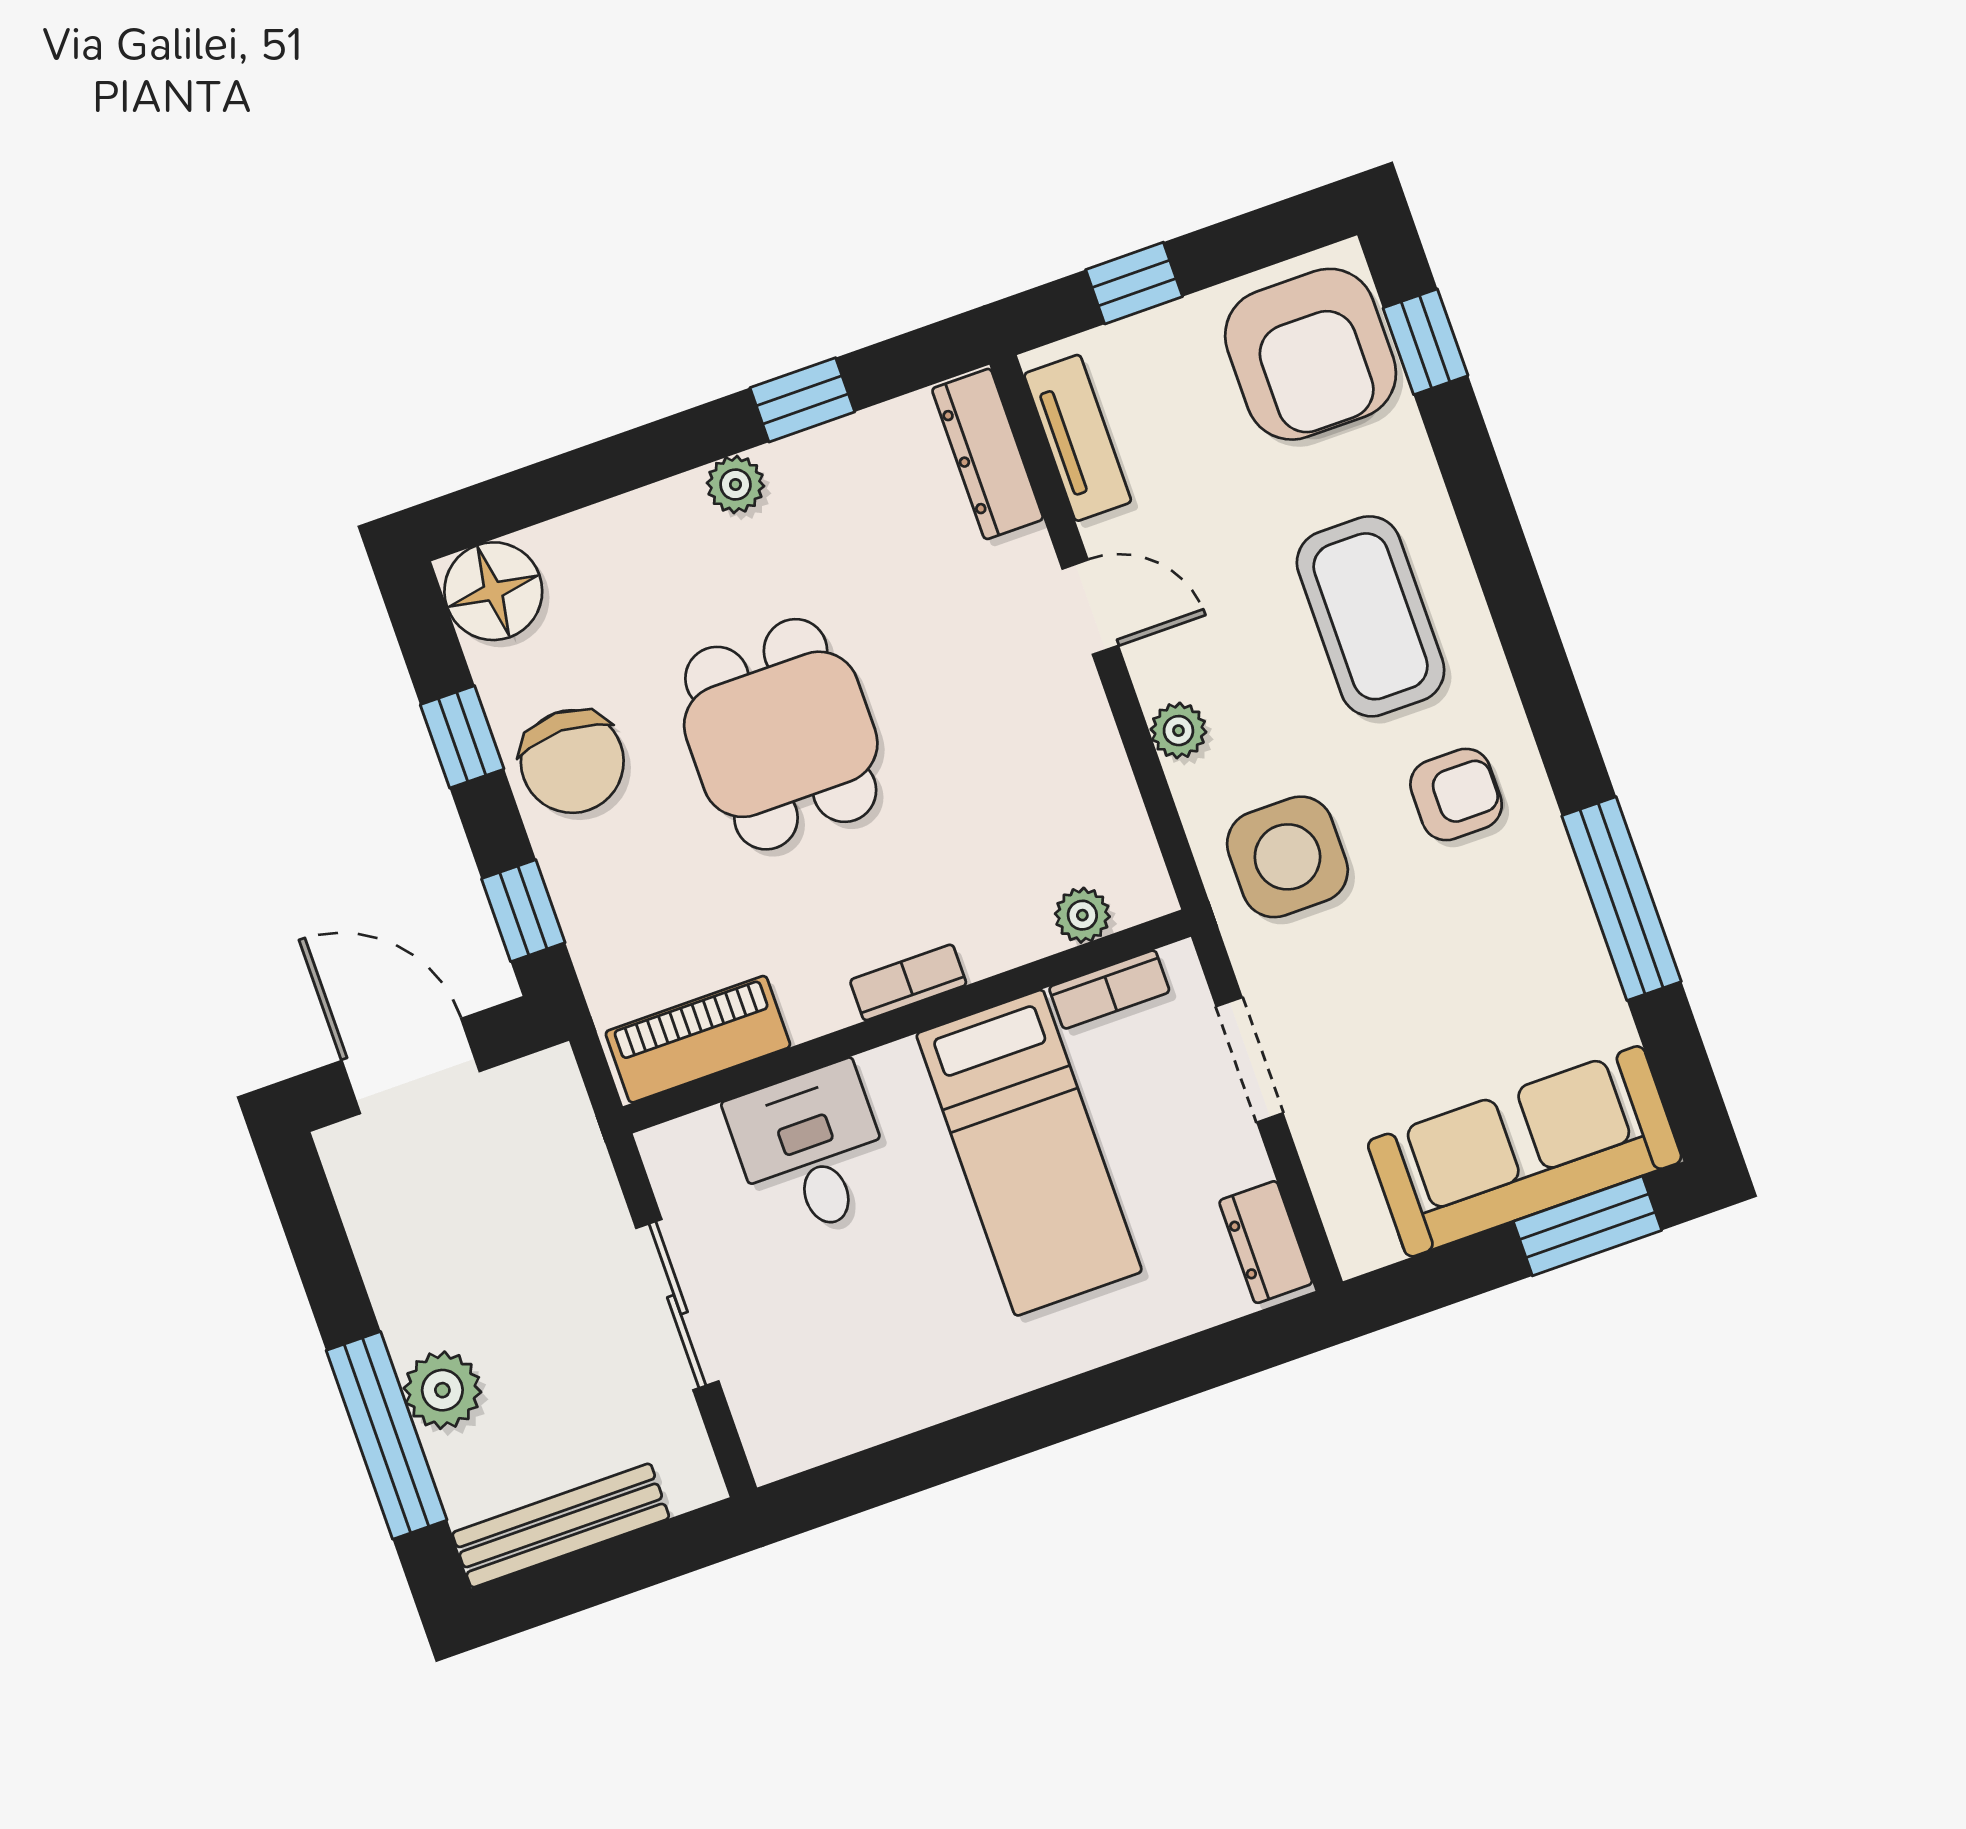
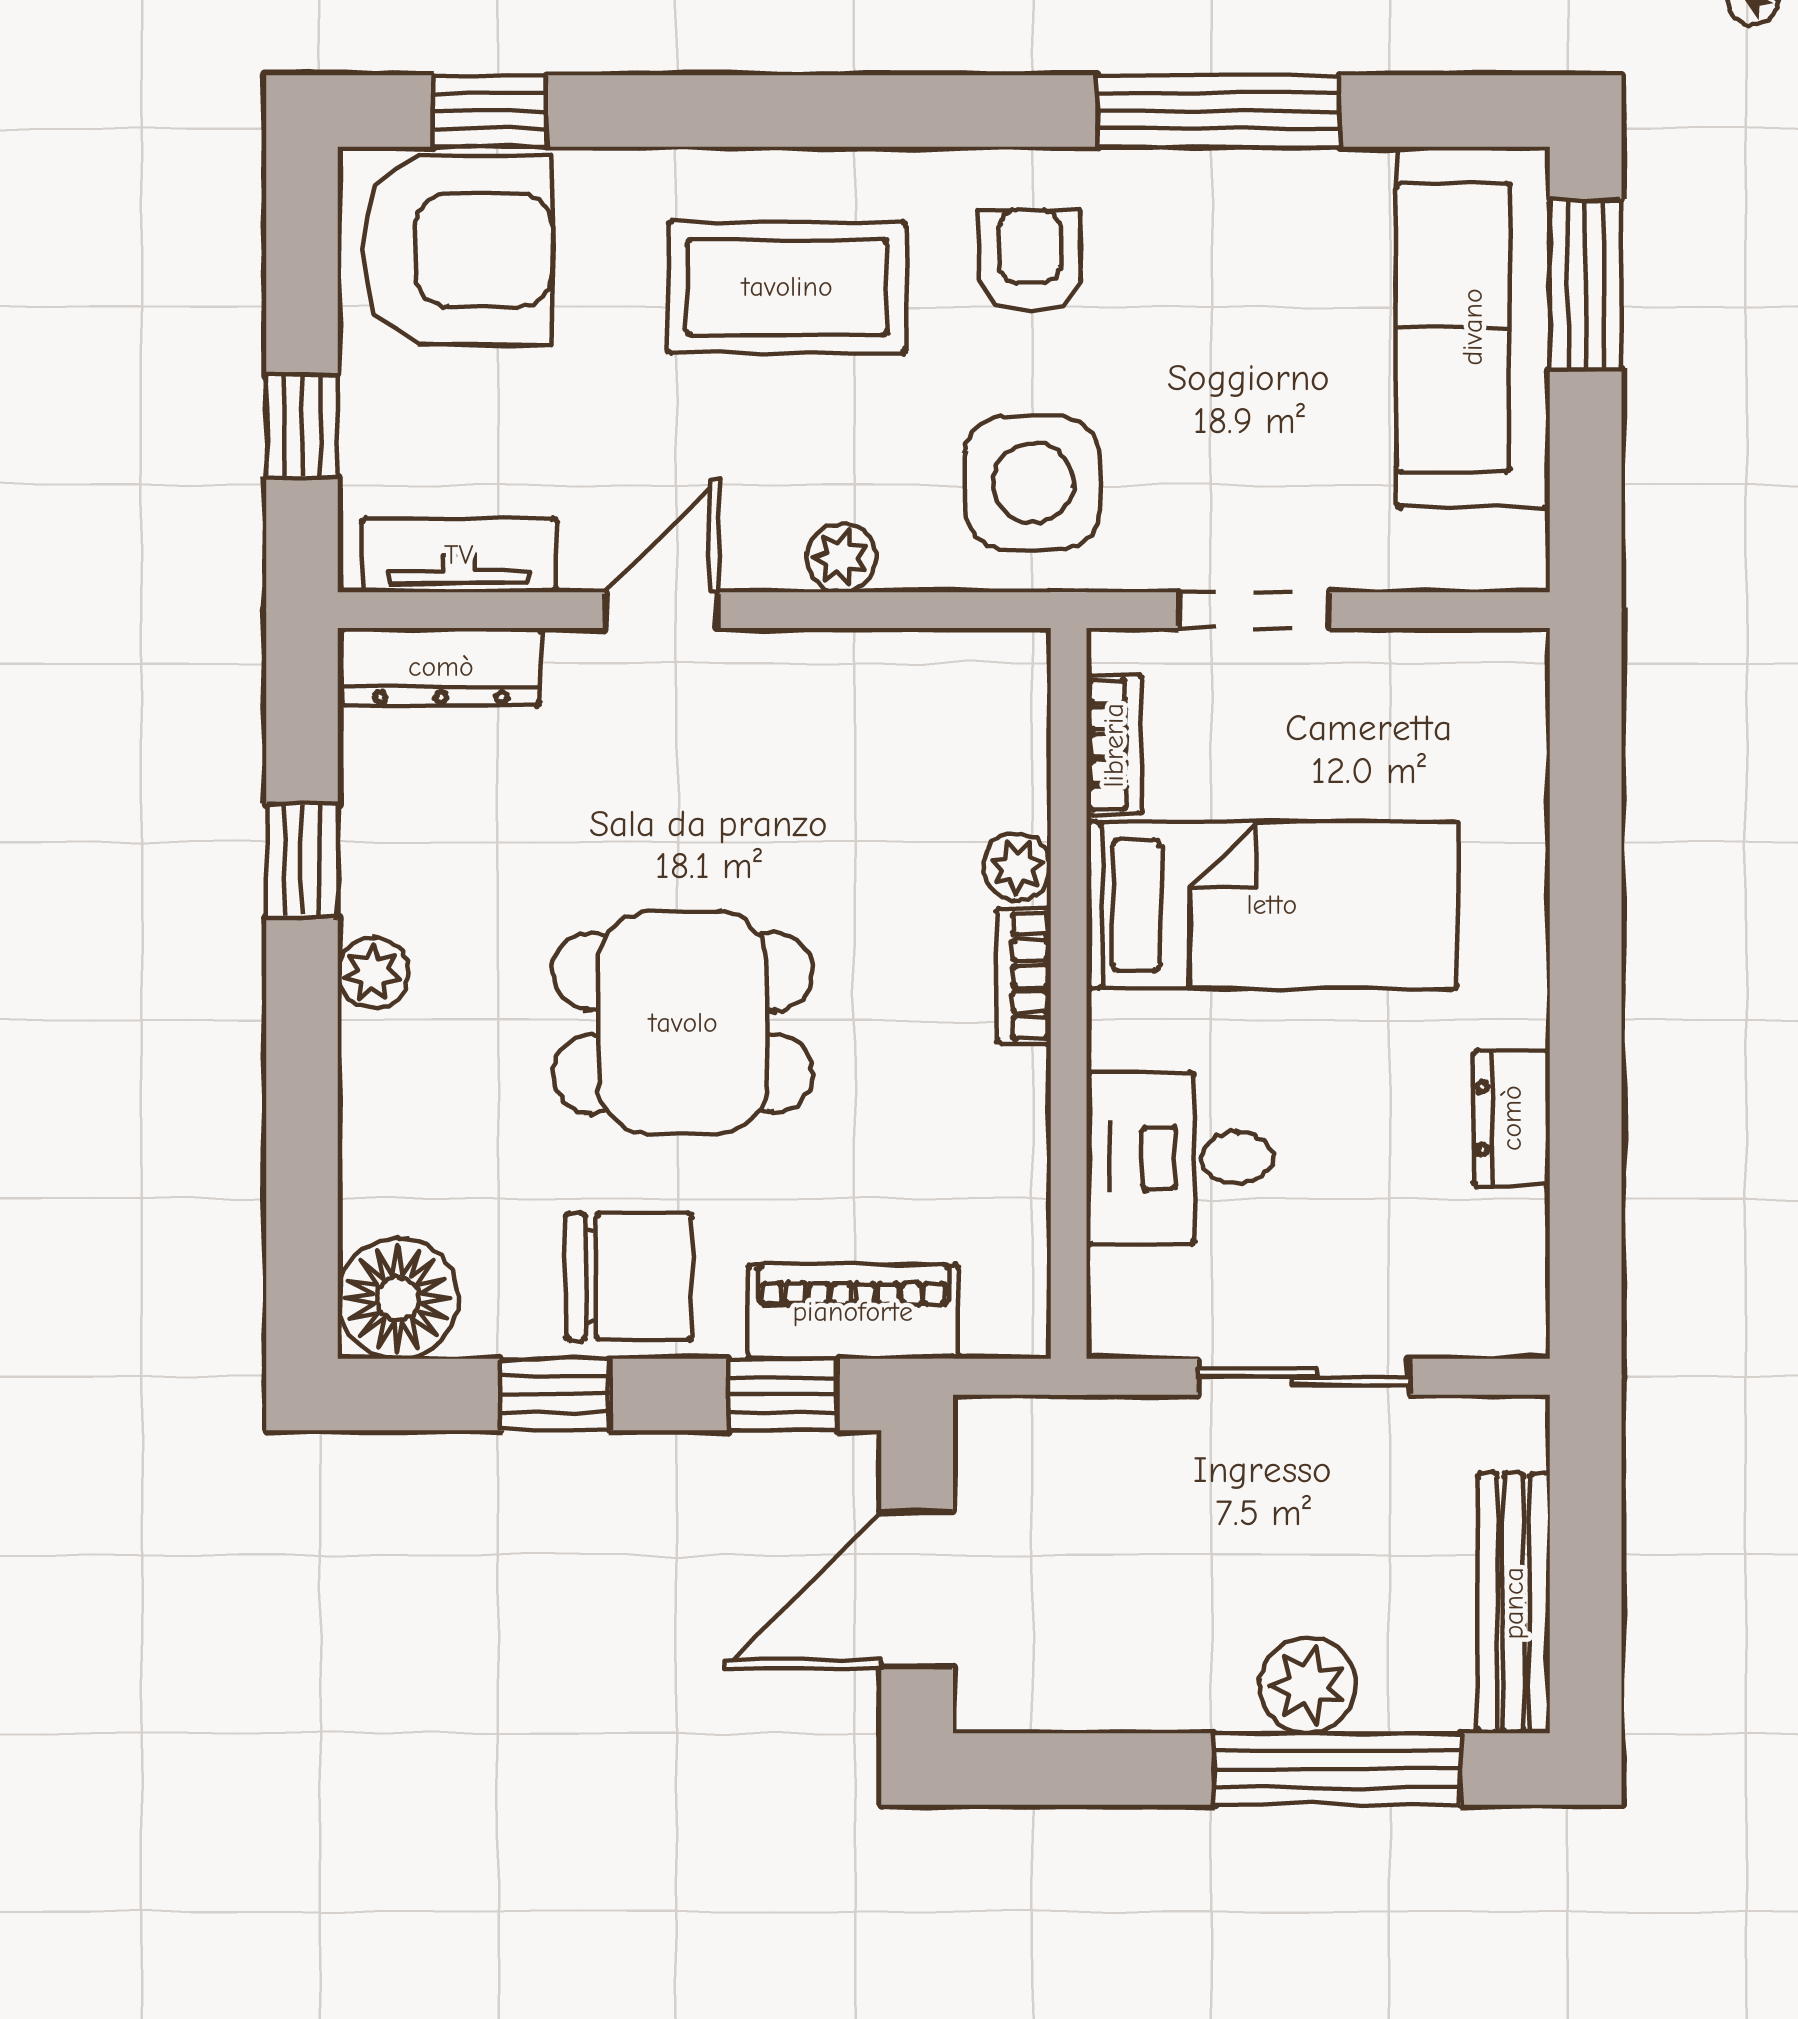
plant: (1082, 915) -> (1017, 867), moved
piano: (698, 1039) -> (853, 1312), moved, turned 90
dresser: (1266, 1242) -> (1512, 1118), moved, turned 90

